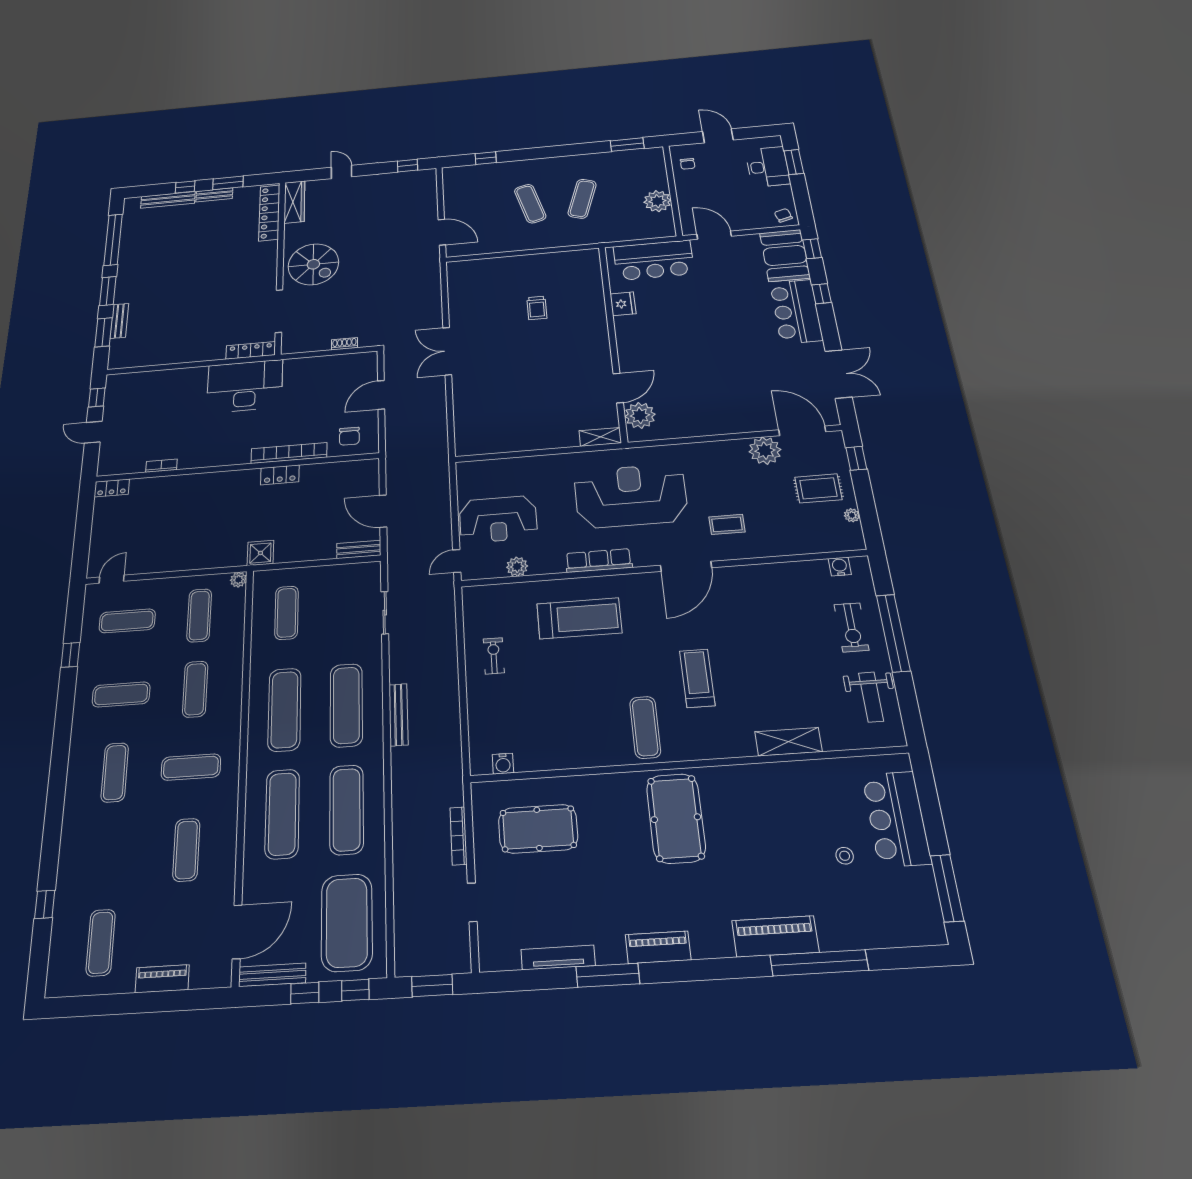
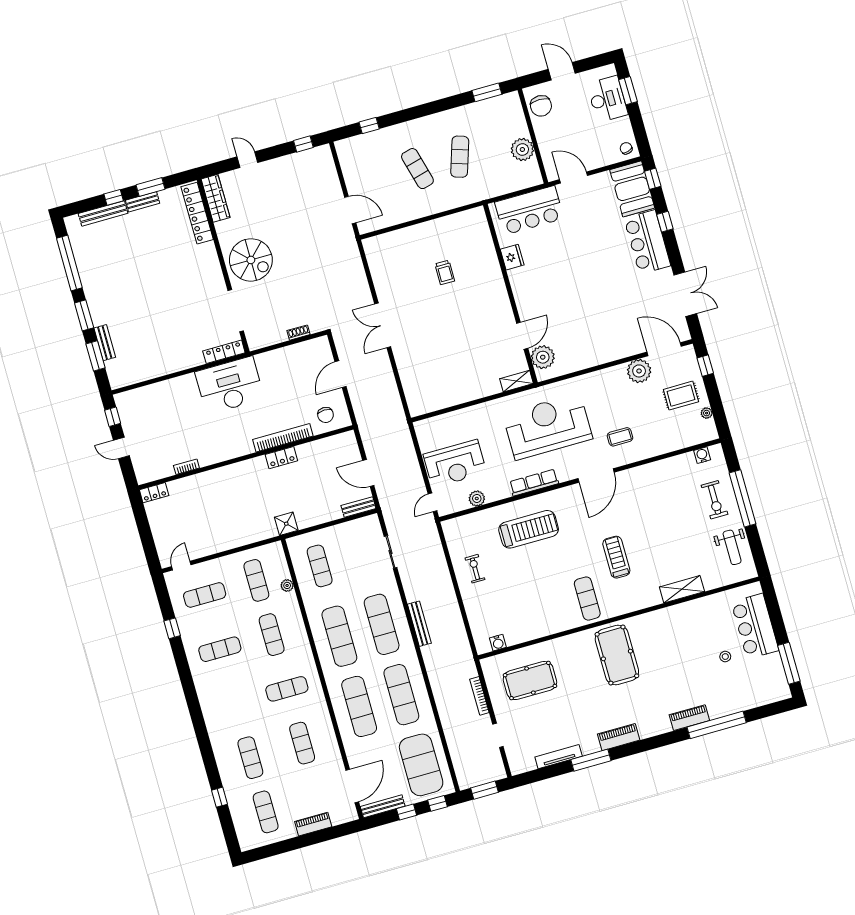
chair: (688, 164) -> (541, 106), width x1.87, depth x1.87
plant: (238, 580) -> (287, 585), moved
exercise mat: (115, 772) -> (250, 758), moved
piano: (775, 936) -> (689, 718), width x0.73, depth x0.75

